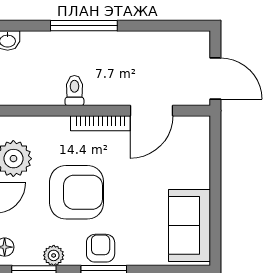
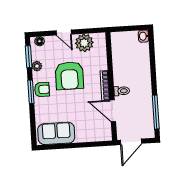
window: (84, 26) -> (156, 112), moved
toilet: (74, 91) -> (122, 91), moved

